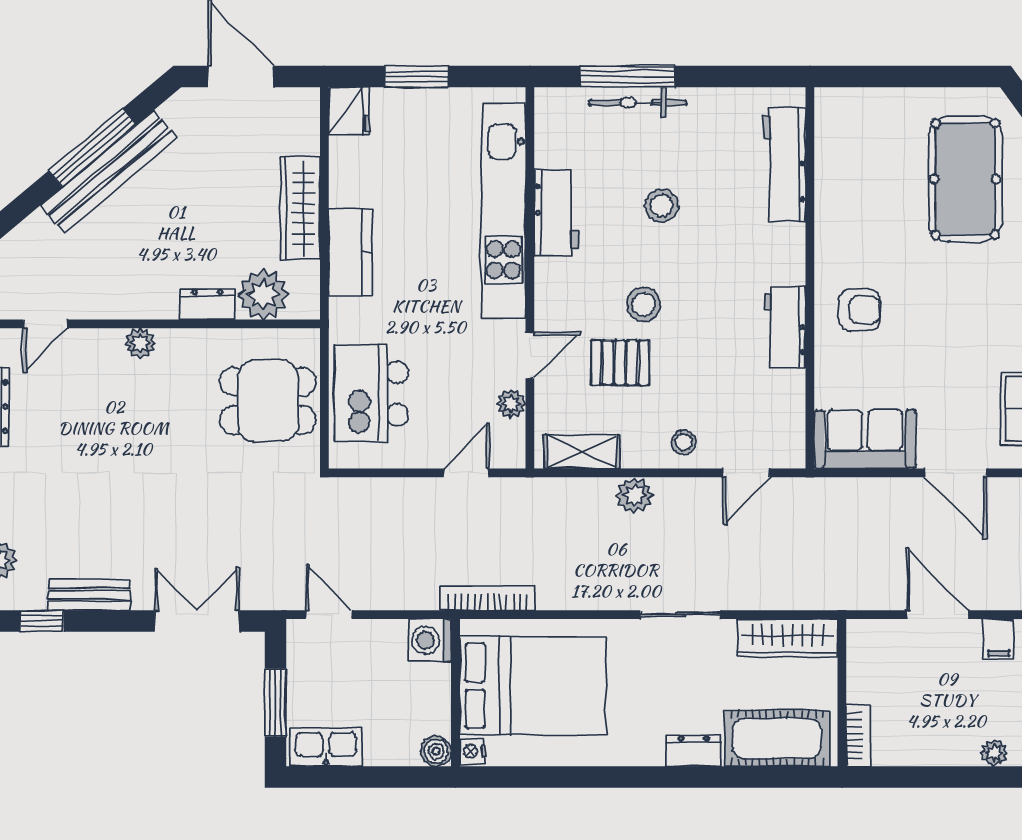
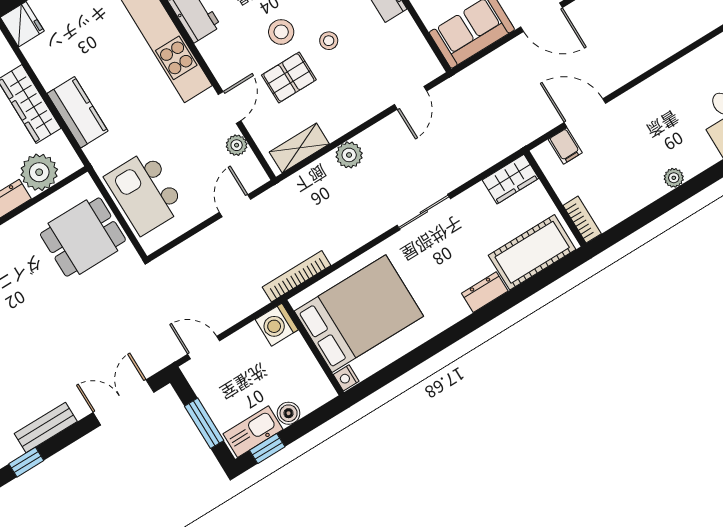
stool: (684, 442) -> (329, 41), moved
wardrobe: (787, 638) -> (510, 179), width x0.67
filing cabinet: (999, 639) -> (565, 146), moved
boiler: (436, 751) -> (289, 413), moved
window: (331, 777) -> (267, 449), added

